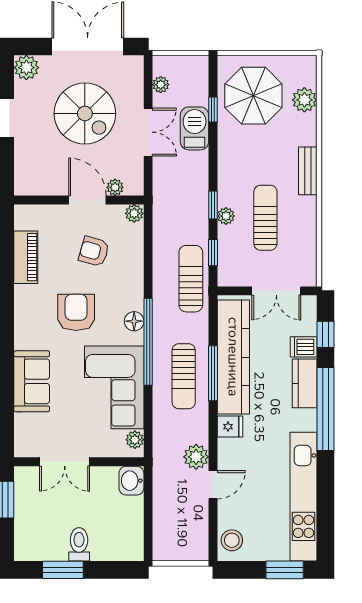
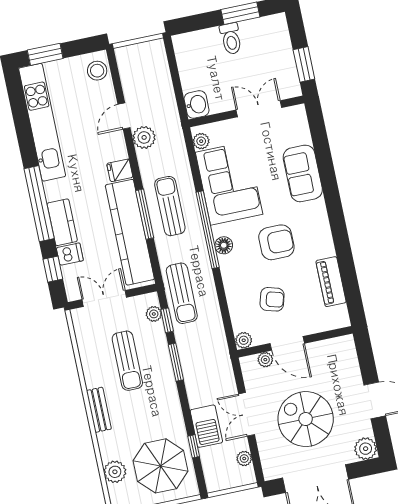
window: (213, 205) -> (176, 362), width x1.50
plant: (226, 216) -> (154, 314), moved
armchair: (76, 312) -> (276, 242), turned -90

